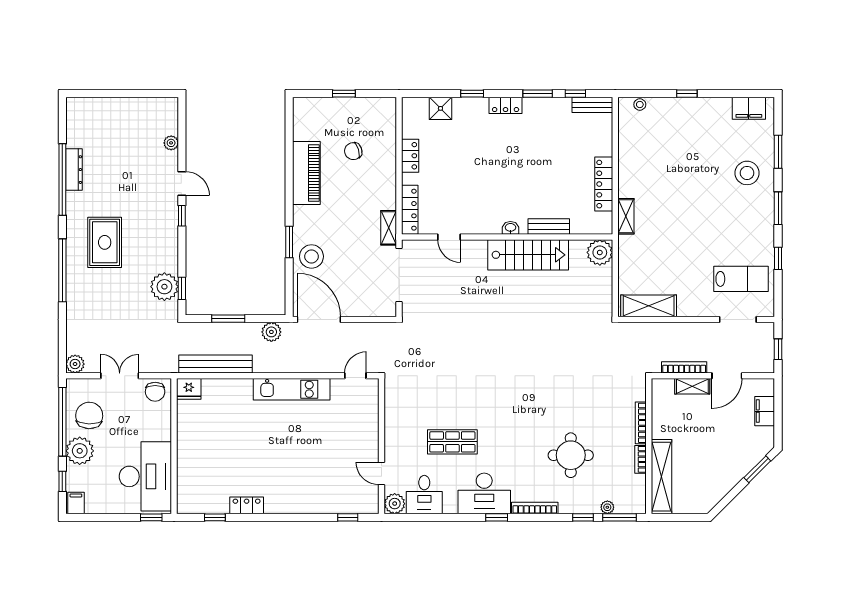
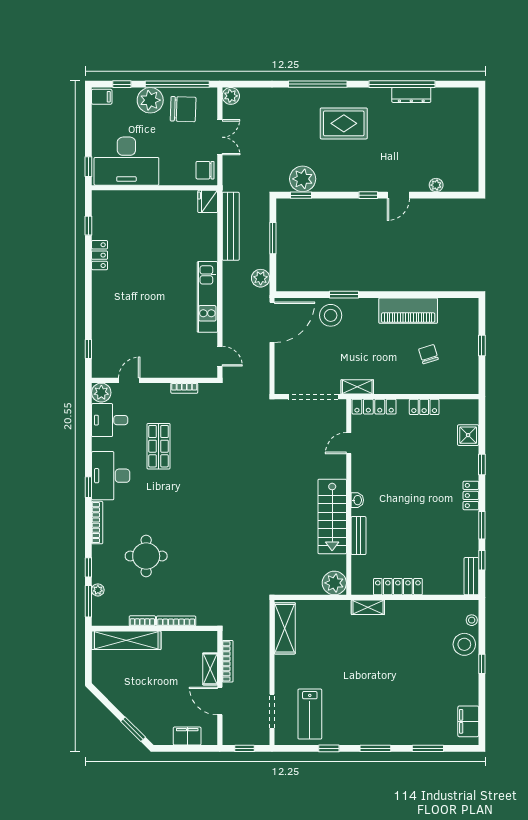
stool: (747, 173) -> (464, 644), moved
bookcase: (390, 414) -> (184, 388), added

